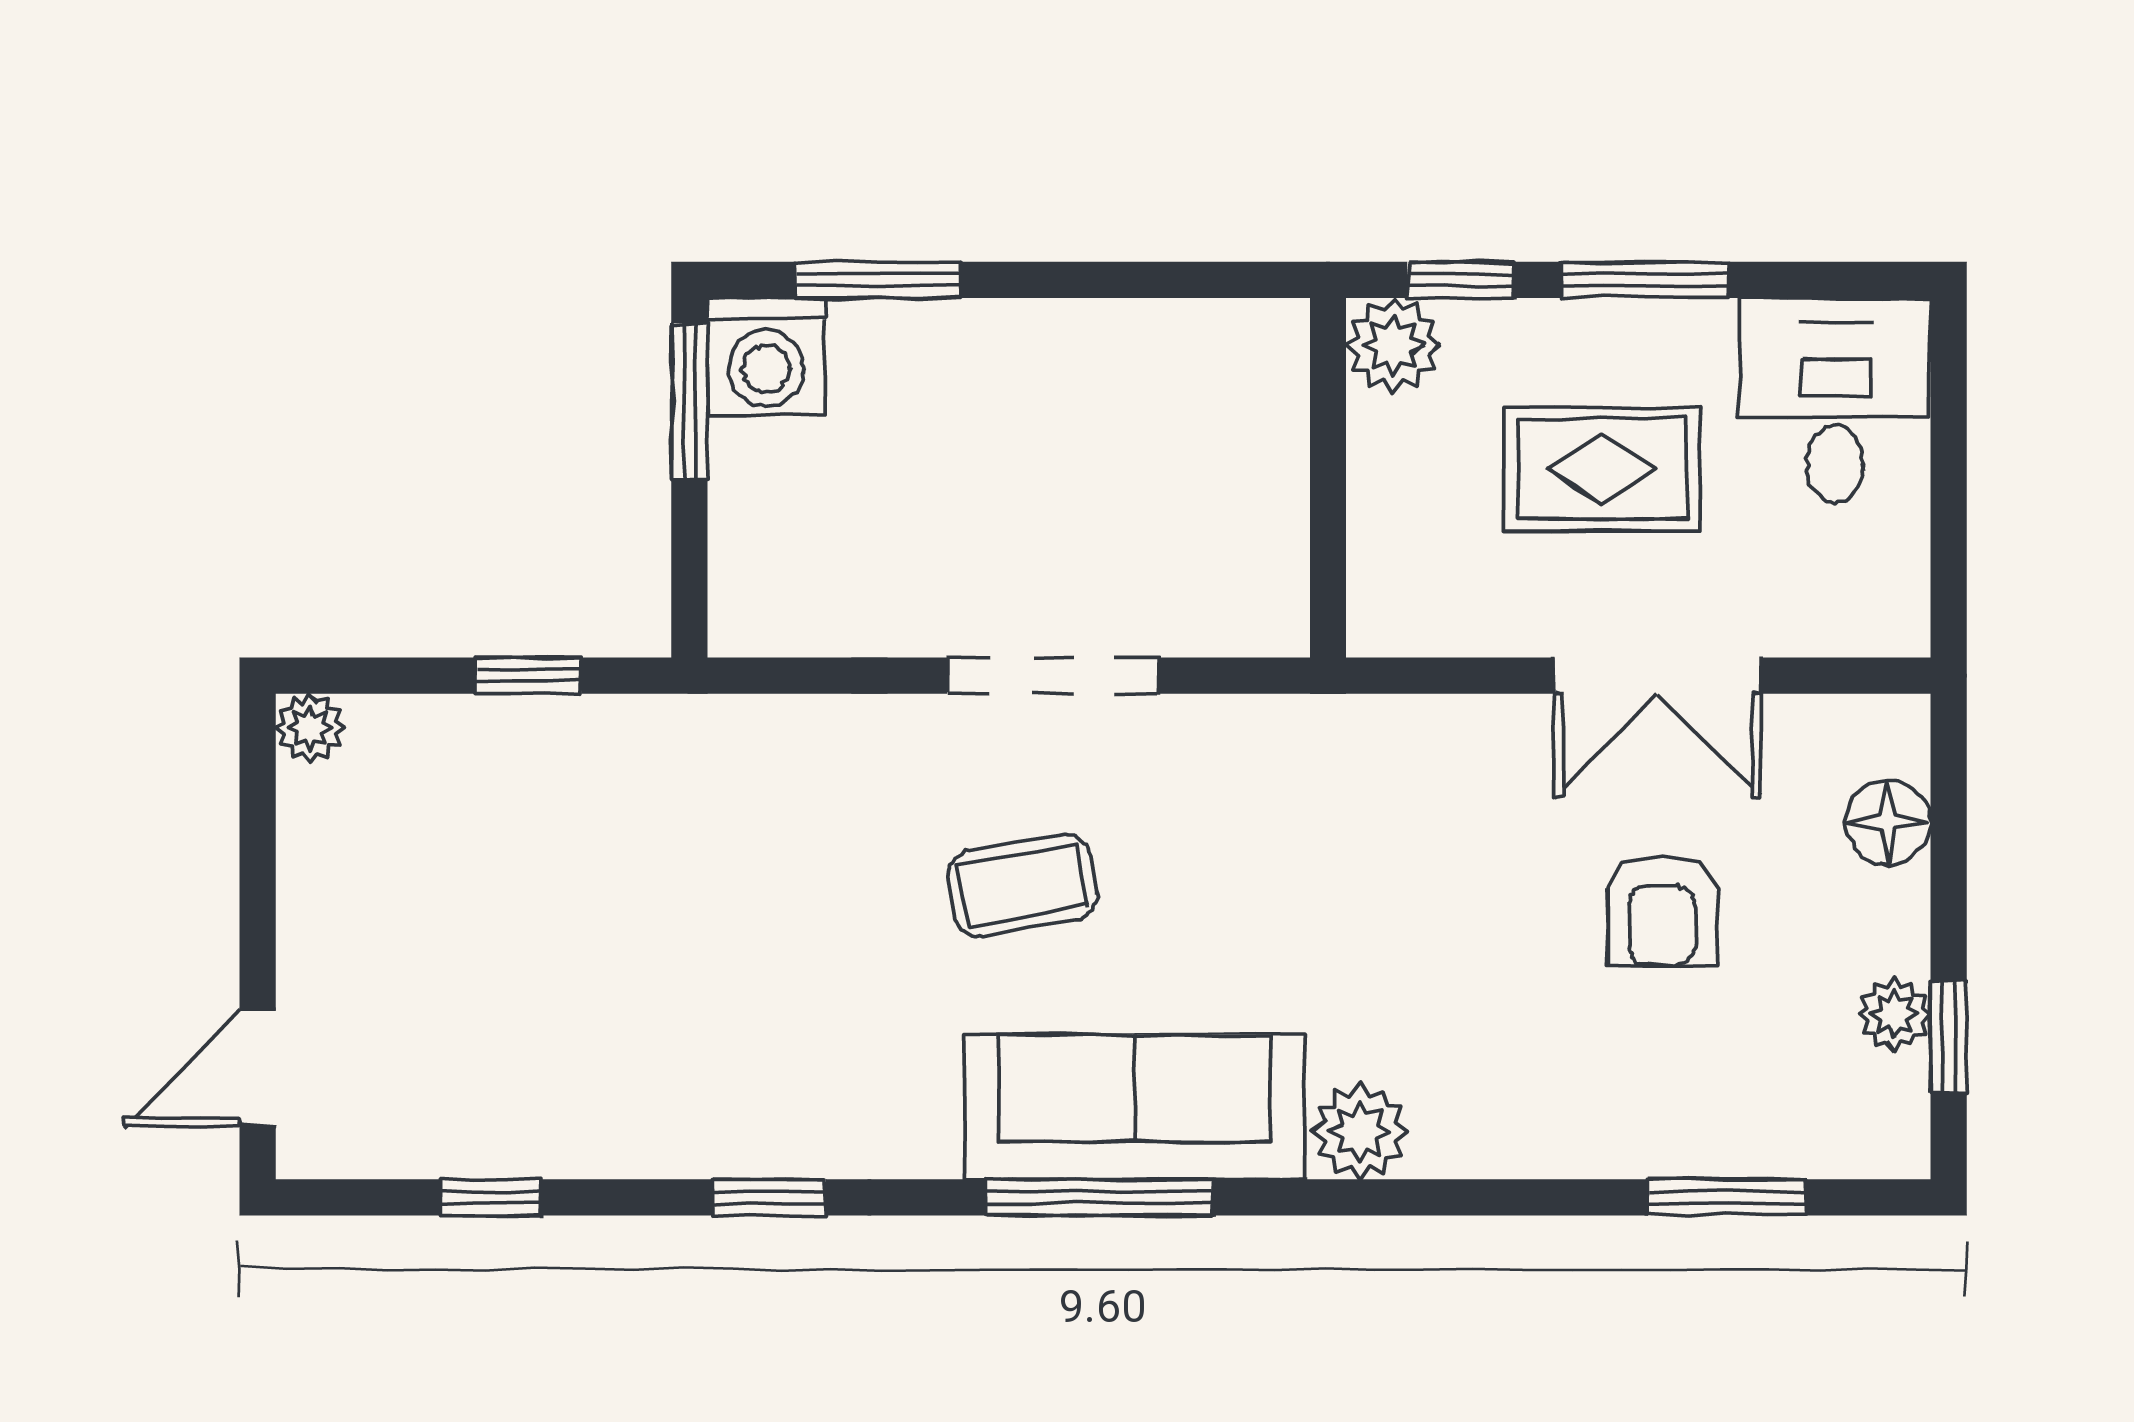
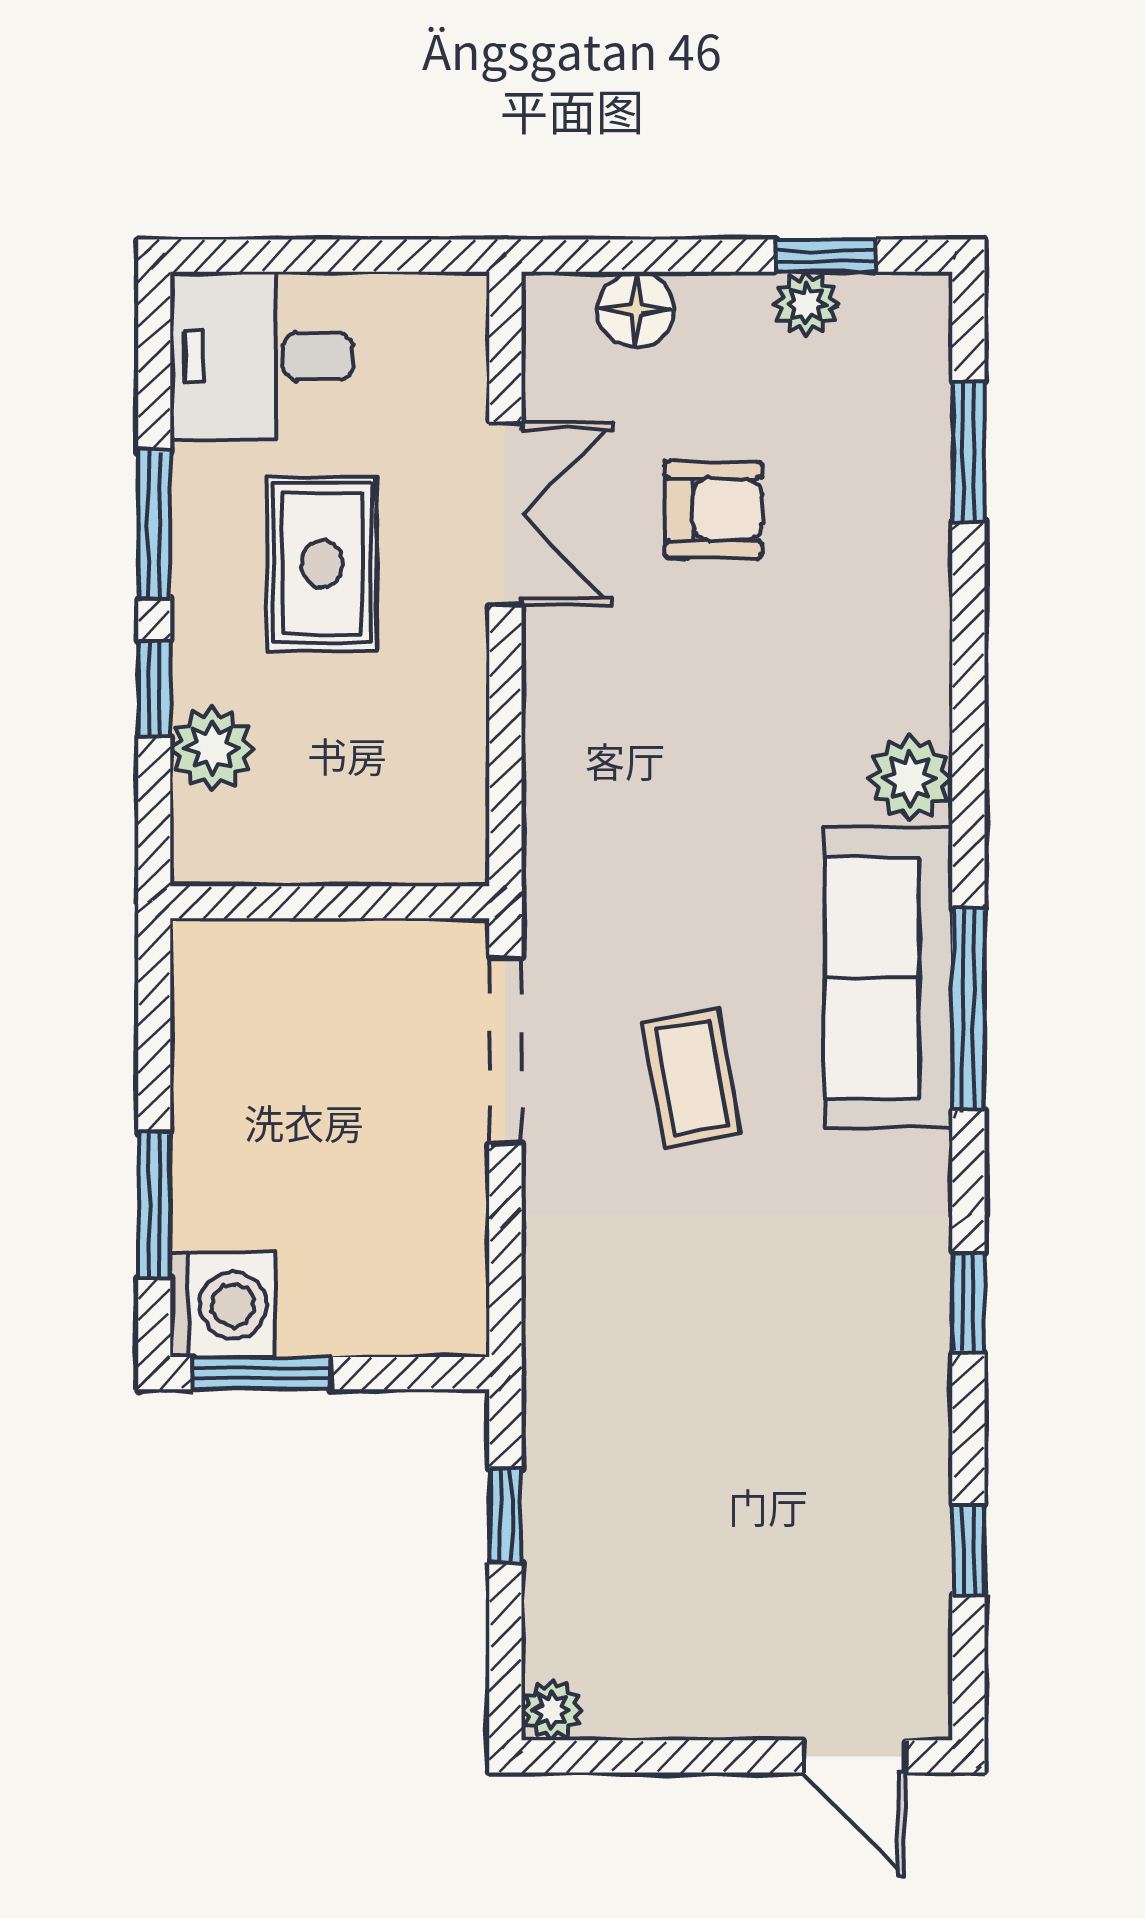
wall: (1328, 478) -> (330, 902), moved

